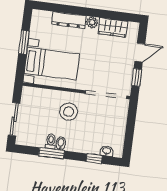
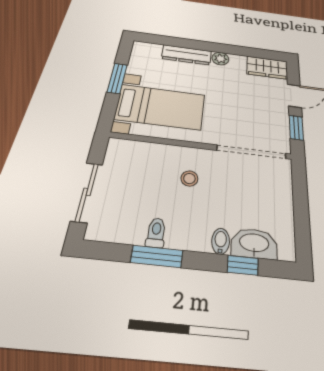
wardrobe: (113, 27) -> (267, 68), moved
stool: (69, 112) -> (189, 179), width x0.53, depth x0.53
bidet: (61, 144) -> (221, 241), moved
washbasin: (107, 151) -> (254, 243), width x1.91, depth x1.45

